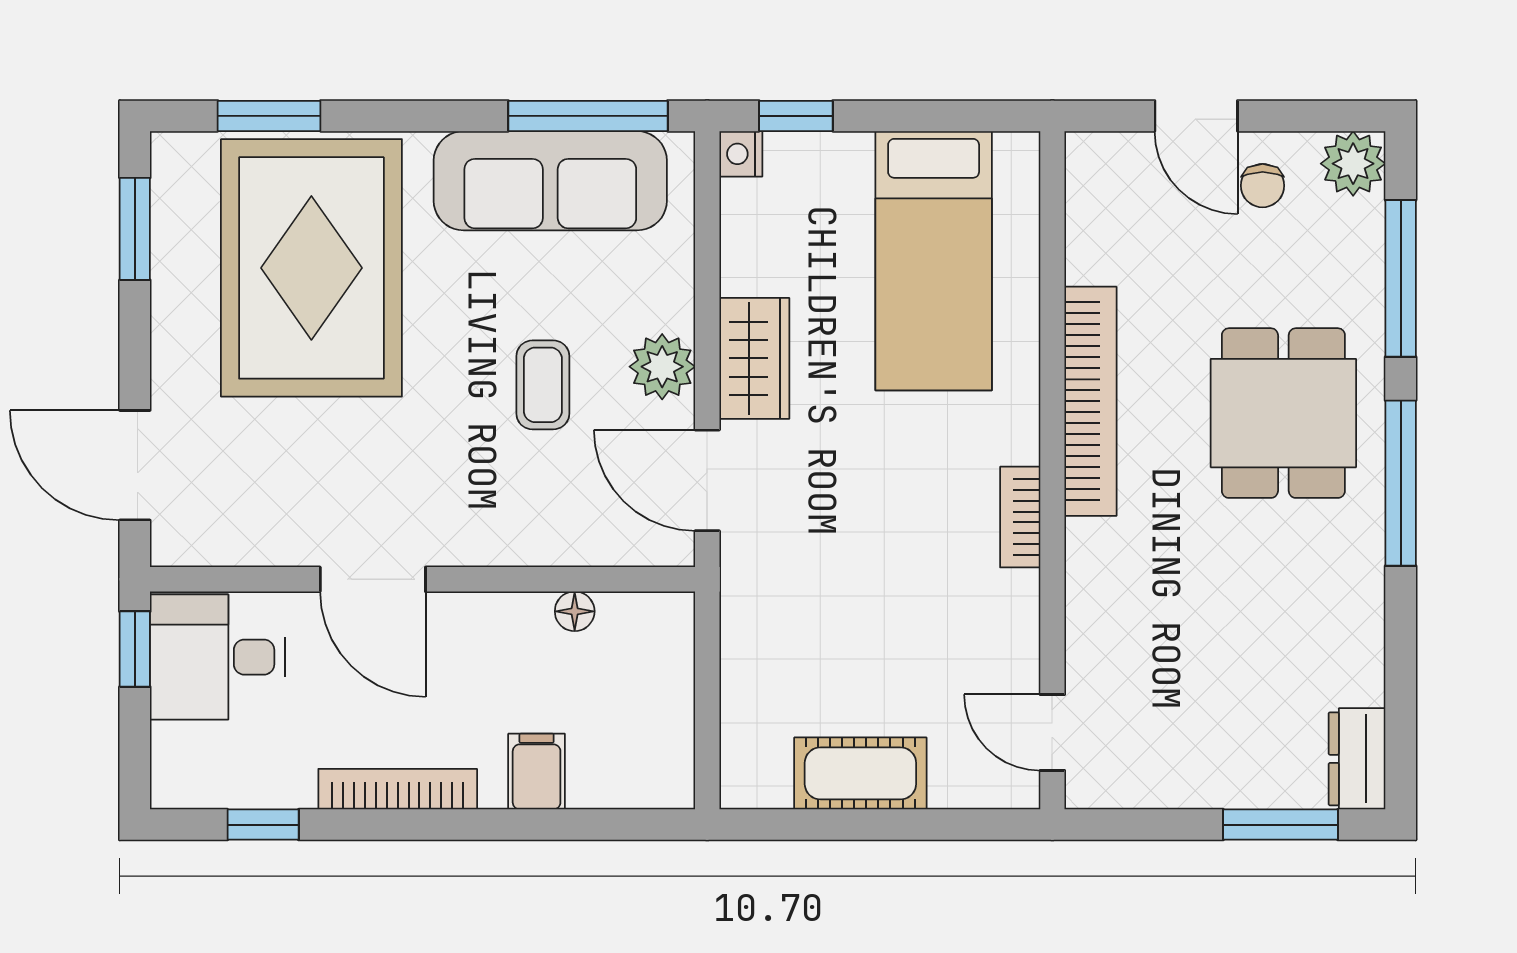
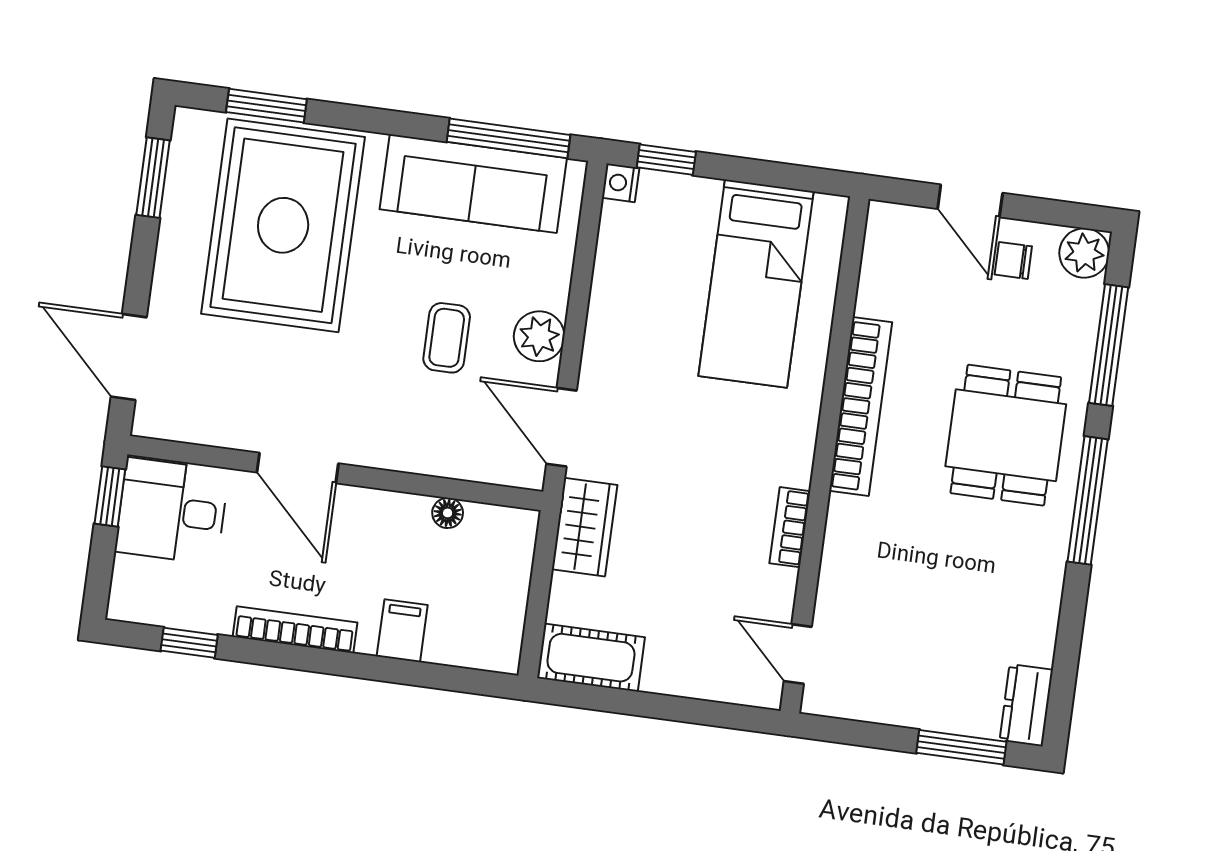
chair: (1263, 186) -> (1013, 260), turned 90
wardrobe: (754, 358) -> (585, 527), moved
bookcase: (1020, 517) -> (790, 527), moved
cot: (860, 773) -> (591, 658), moved

